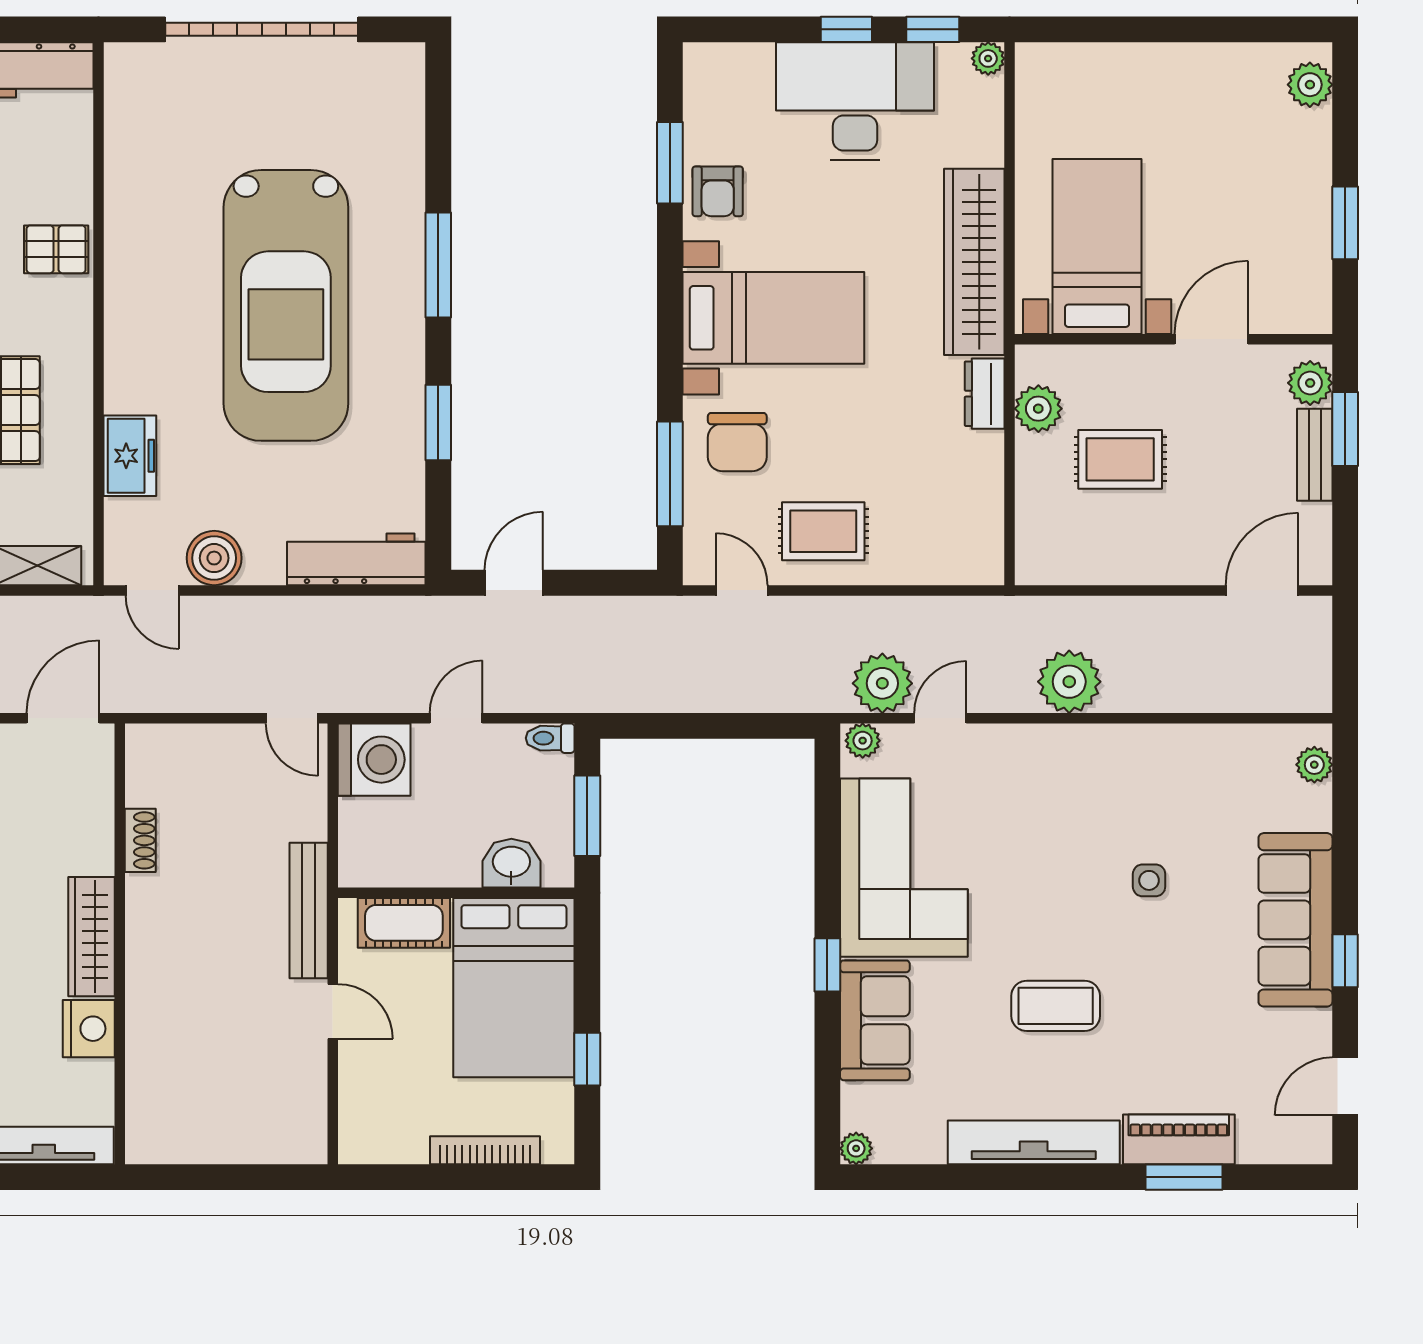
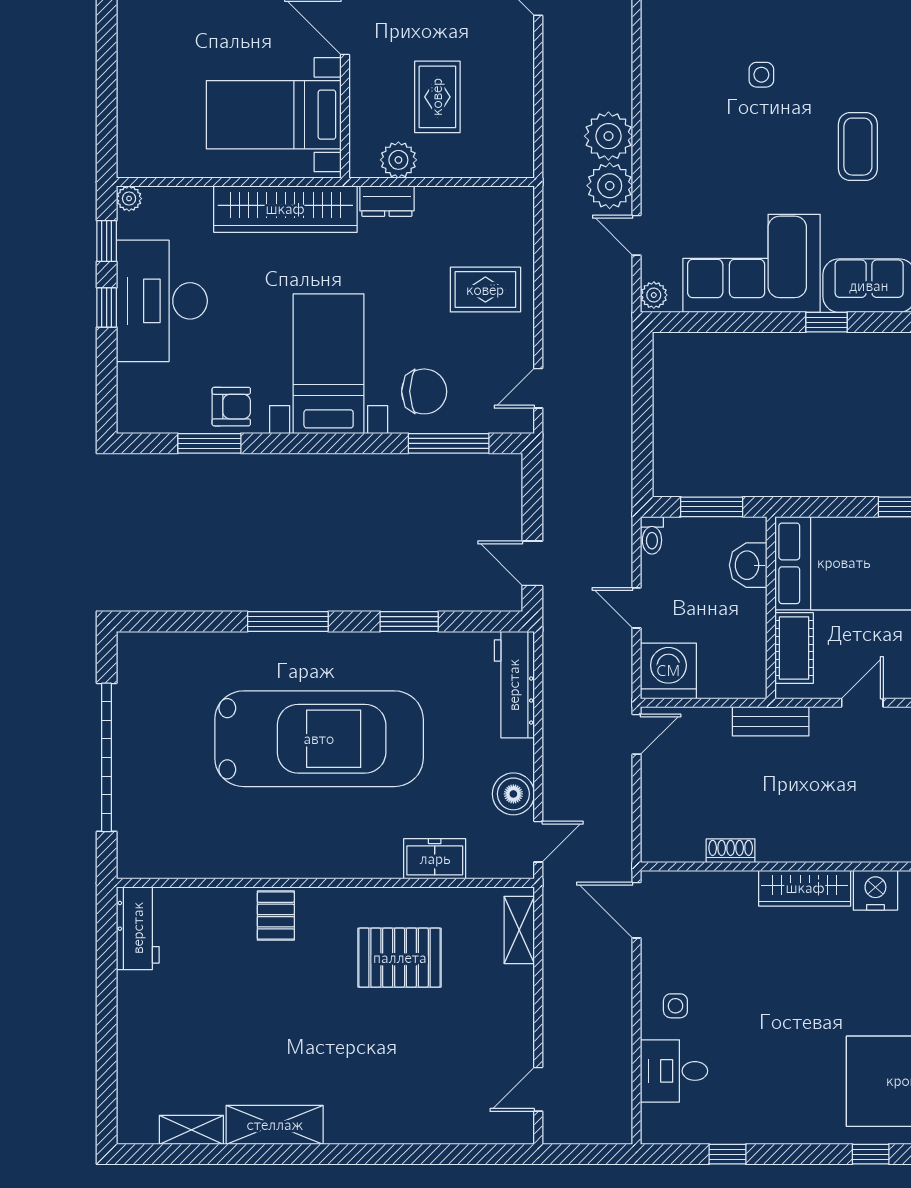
rug: (823, 531) -> (485, 290), moved, turned 90
plant: (882, 683) -> (610, 186), moved
bench: (309, 911) -> (771, 721), width x0.73

